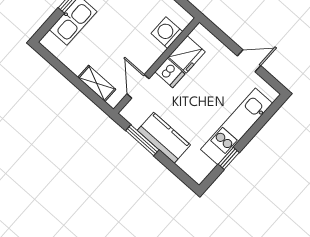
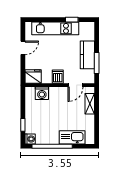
fridge: (187, 54) -> (33, 77), moved
door: (249, 61) -> (23, 48), swing flipped

